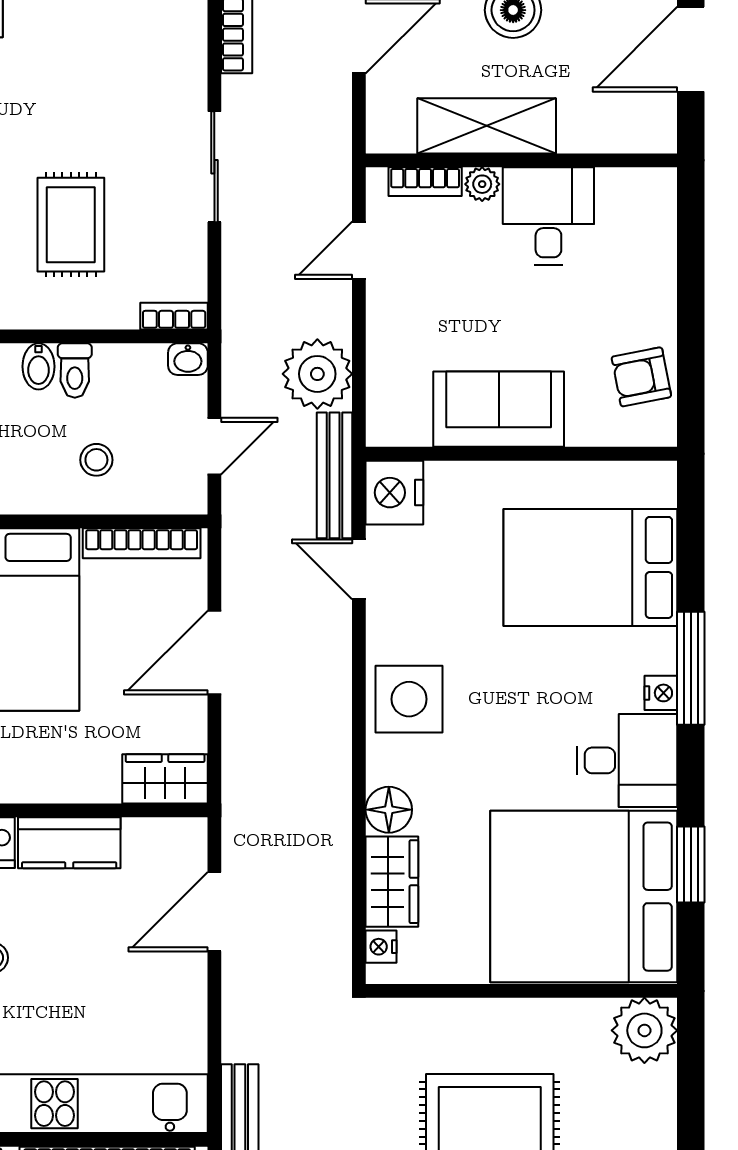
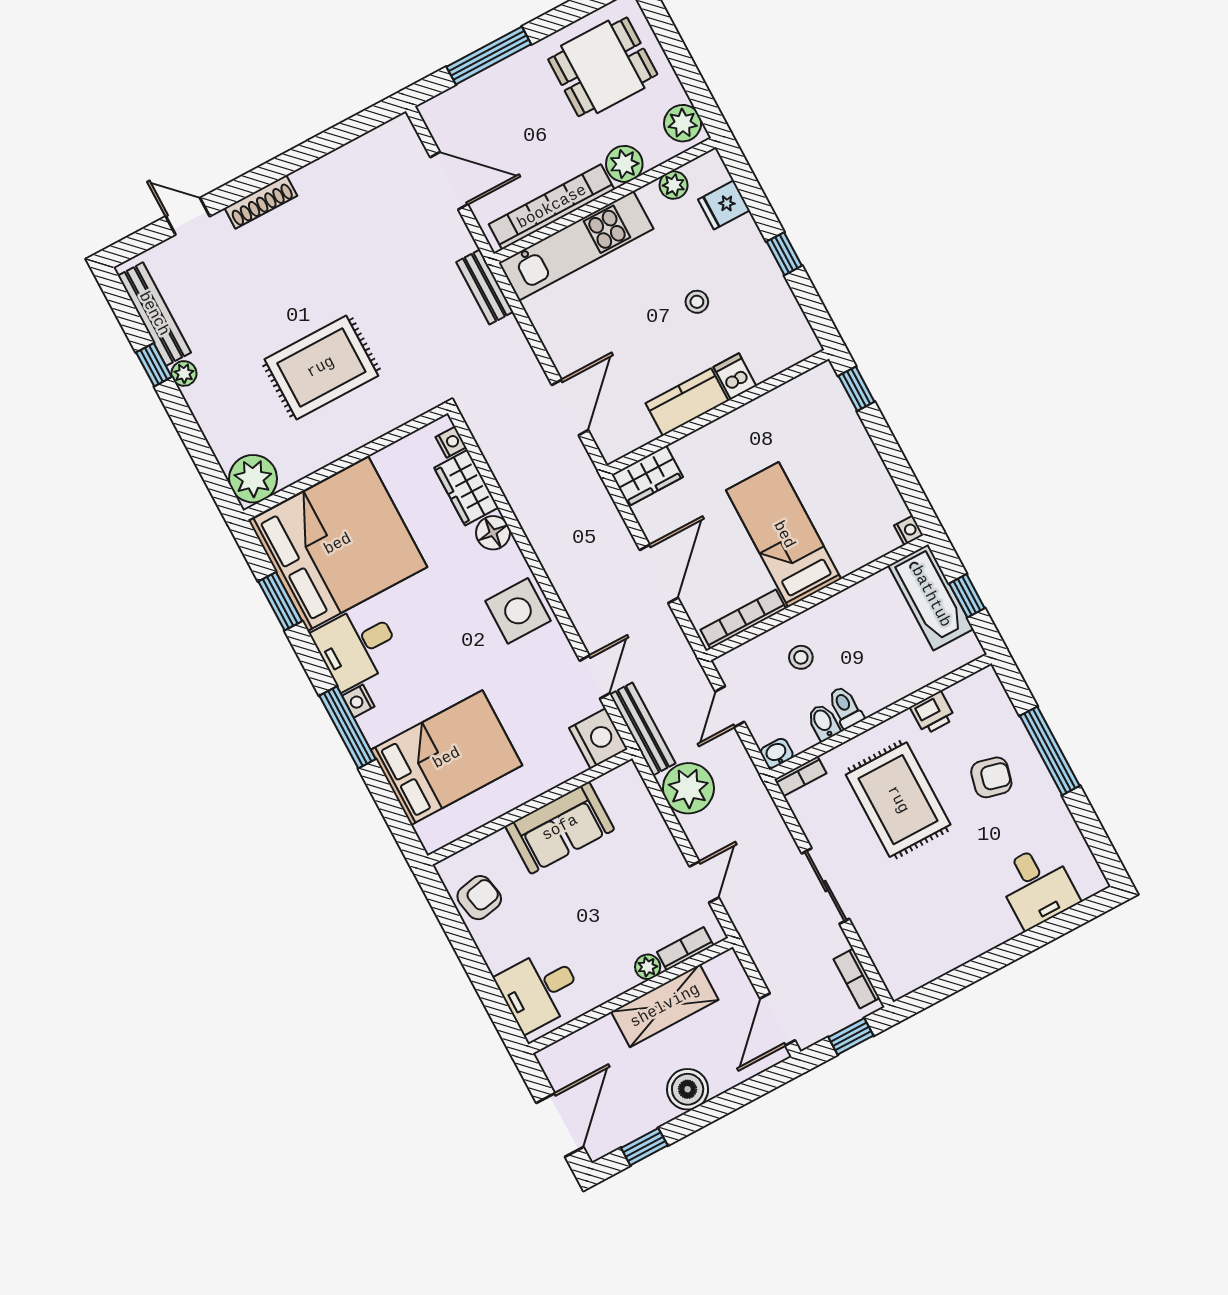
desk: (548, 216) -> (539, 990), moved, turned 90
rug: (71, 225) -> (898, 800), width x1.36, depth x1.43
bidet: (38, 366) -> (824, 722), moved
door: (359, 569) -> (595, 677), hinge flipped

